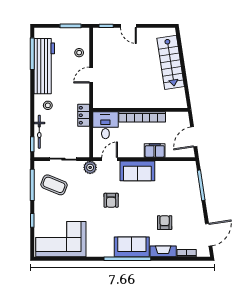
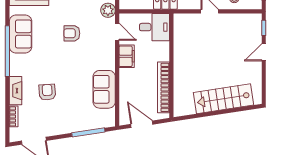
bookcase: (142, 117) -> (164, 87), moved
filing cabinet: (155, 150) -> (127, 56), moved
sofa: (137, 171) -> (104, 89), moved
armchair: (165, 223) -> (47, 92), turned -94
sofa: (132, 247) -> (21, 34), moved

